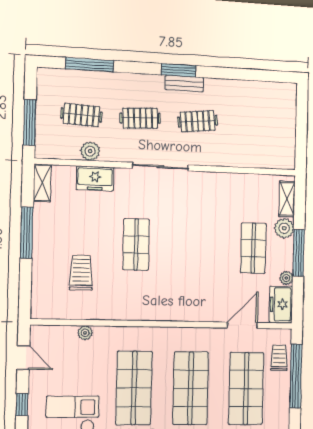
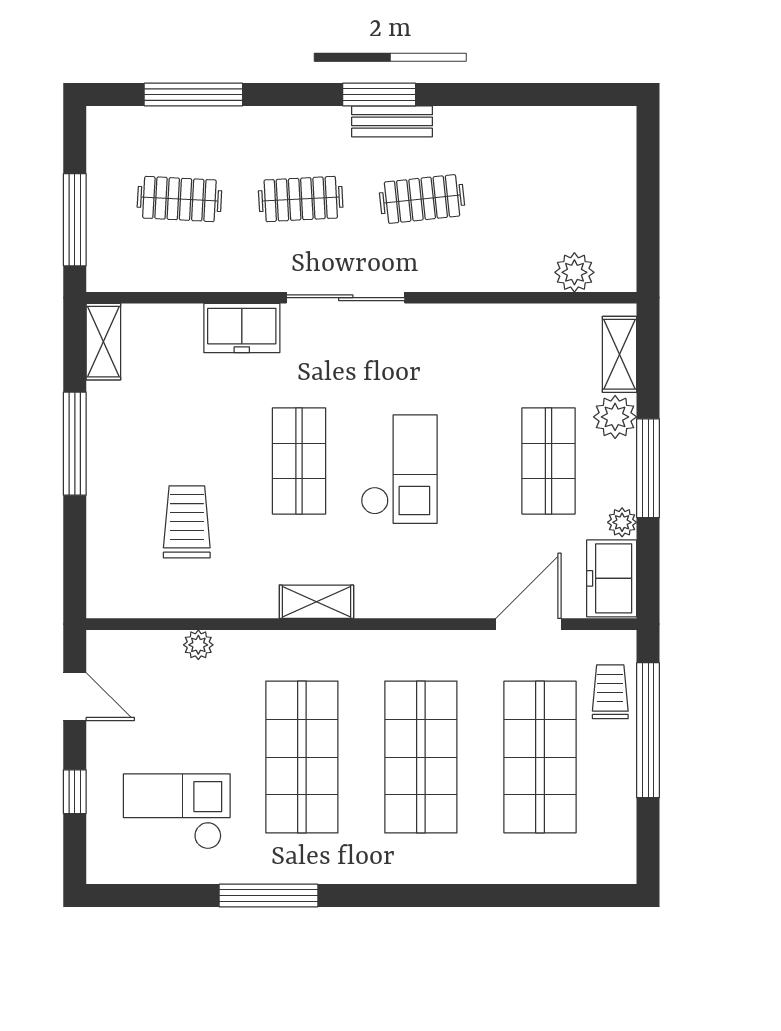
plant: (90, 151) -> (574, 272), moved
freezer: (95, 179) -> (242, 328), moved
checkout: (184, 250) -> (399, 469), added
shelving: (143, 313) -> (316, 602), added

